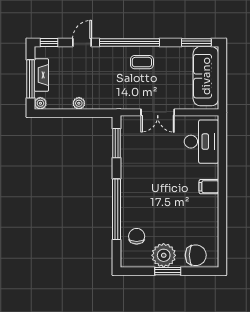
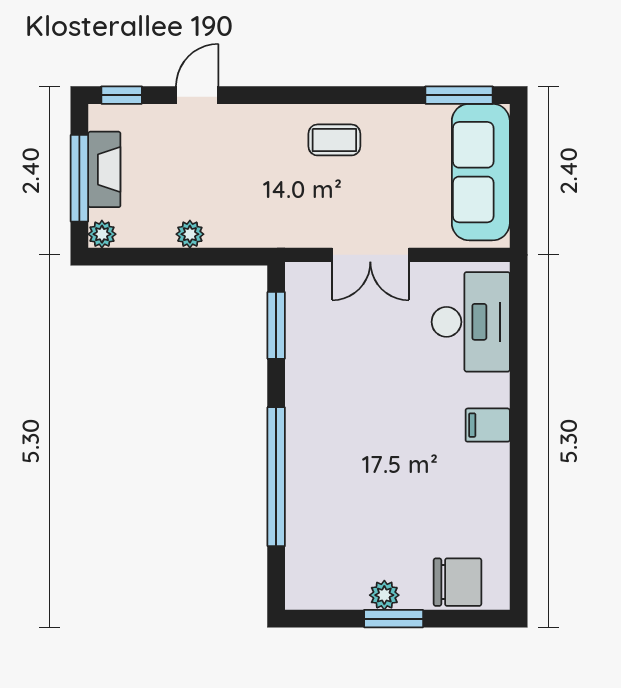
window: (129, 43) -> (306, 95), removed
chair: (137, 236) -> (322, 539), removed
plant: (164, 255) -> (384, 595), width x0.53, depth x0.53

